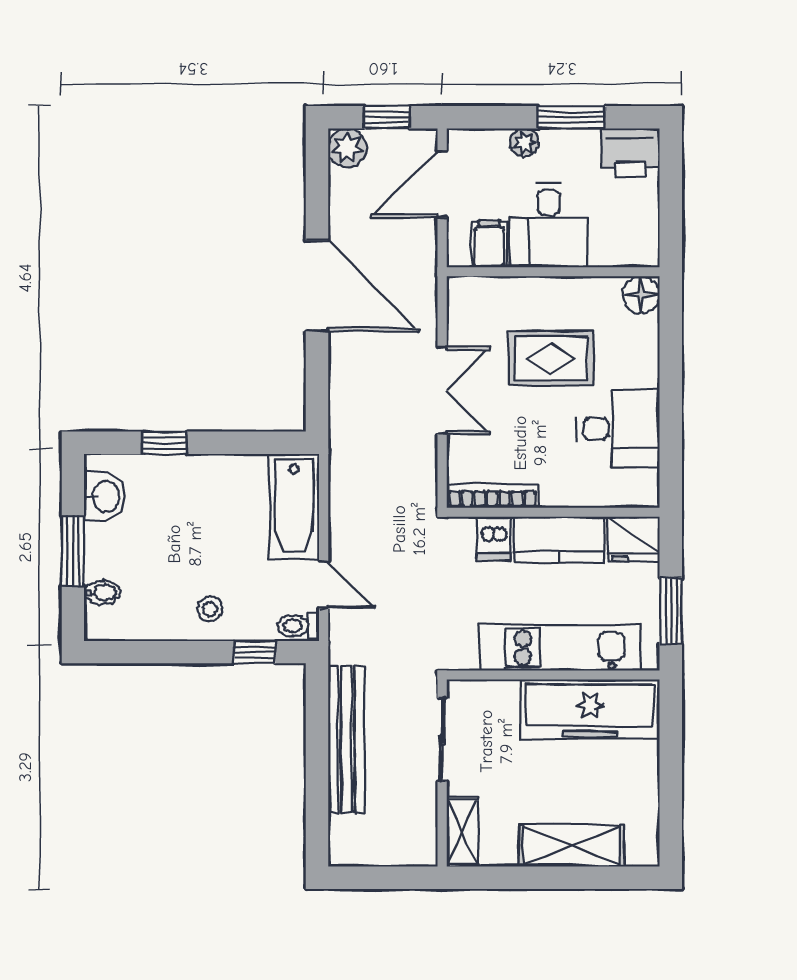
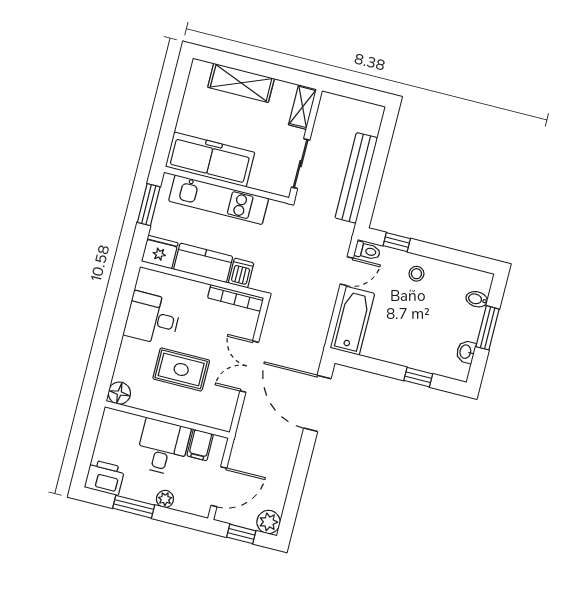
door: (317, 286) -> (317, 403), moved
washbasin: (105, 496) -> (466, 352), width x0.72, depth x0.69
door: (324, 585) -> (347, 271), swing flipped

